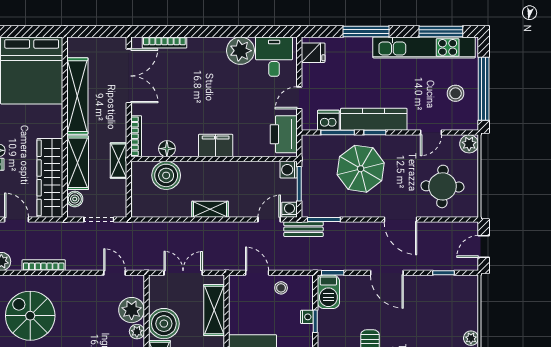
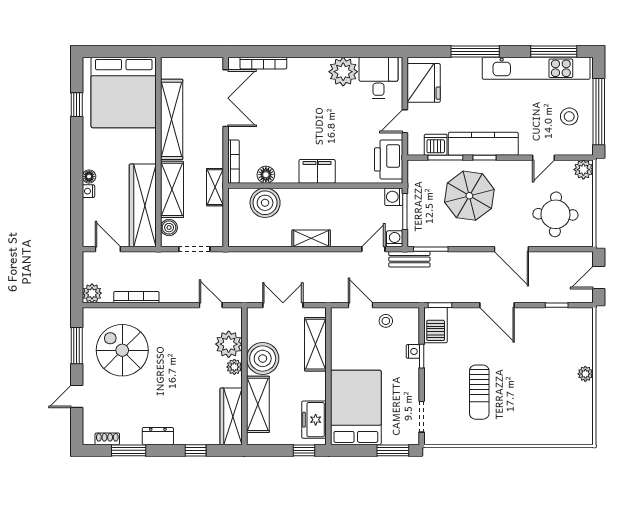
fridge: (313, 53) -> (424, 83), width x1.88, depth x1.34

